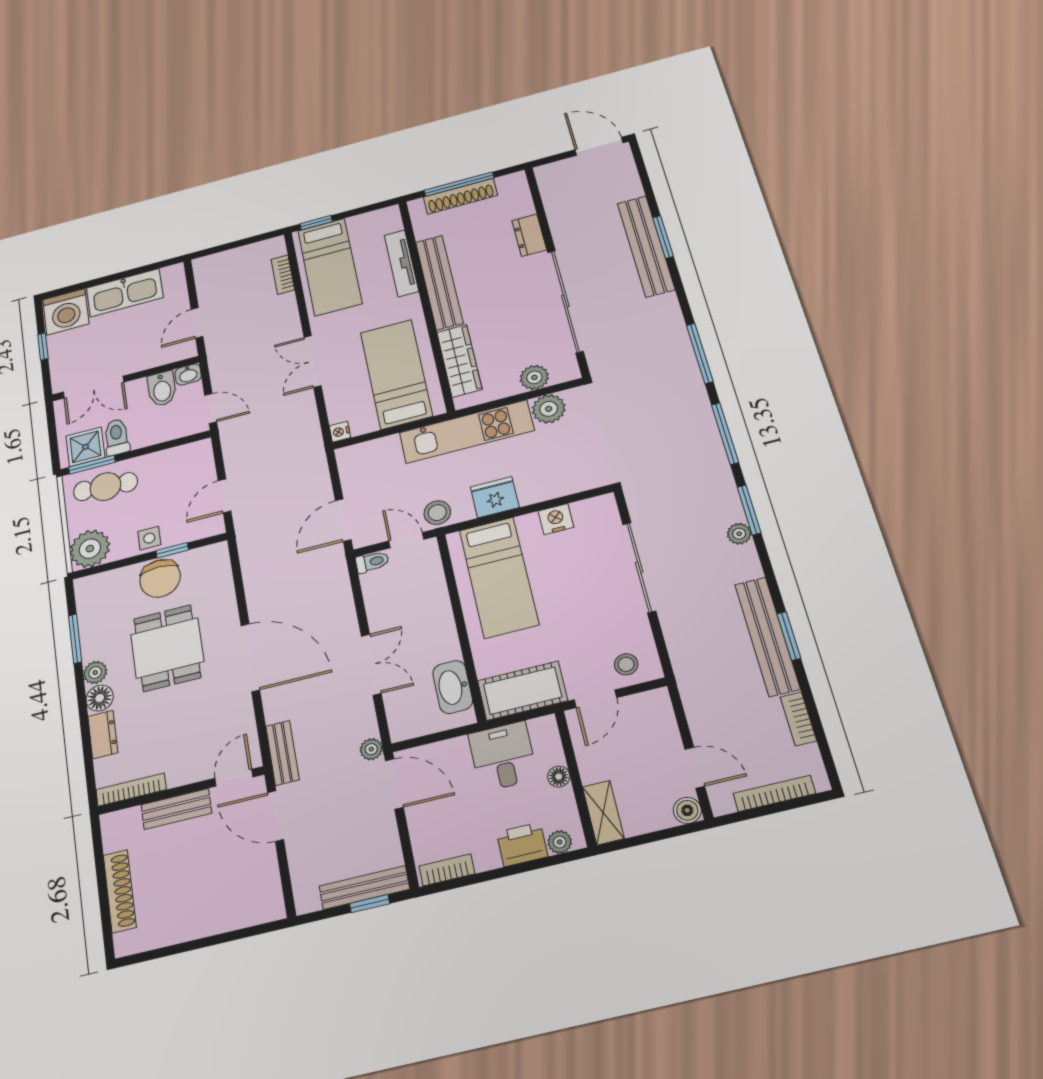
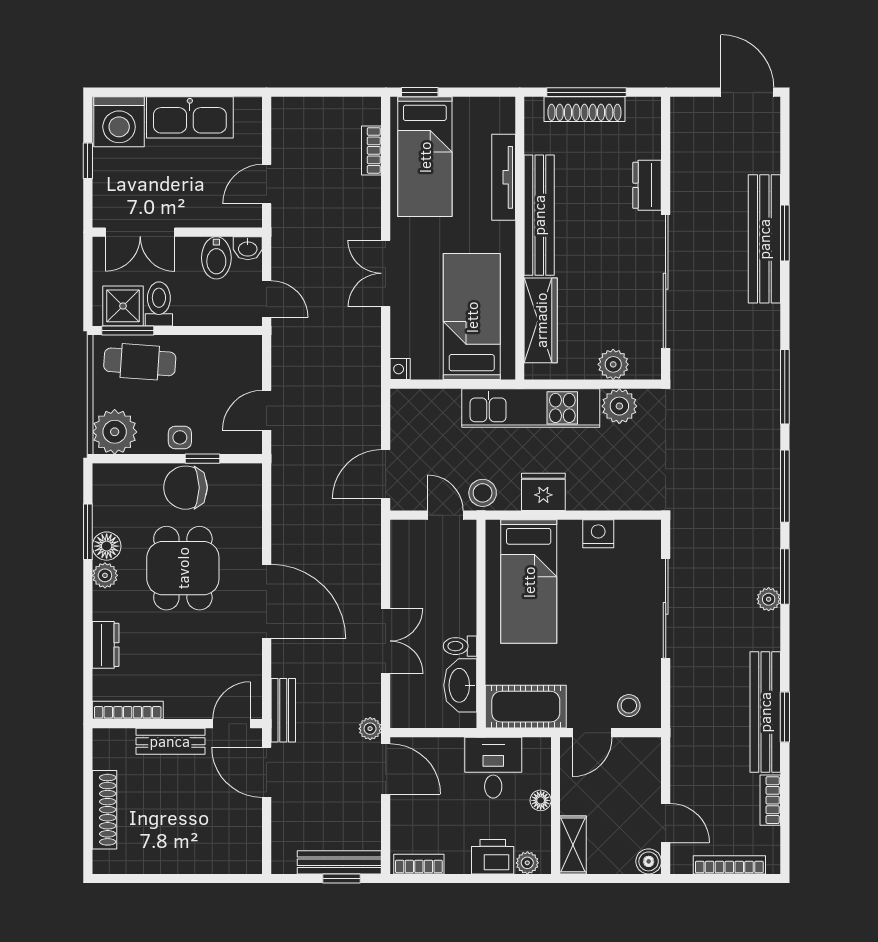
toilet: (372, 562) -> (460, 646), moved, turned 180
chair: (160, 578) -> (186, 488), turned 90
floor lamp: (100, 698) -> (107, 546), moved

